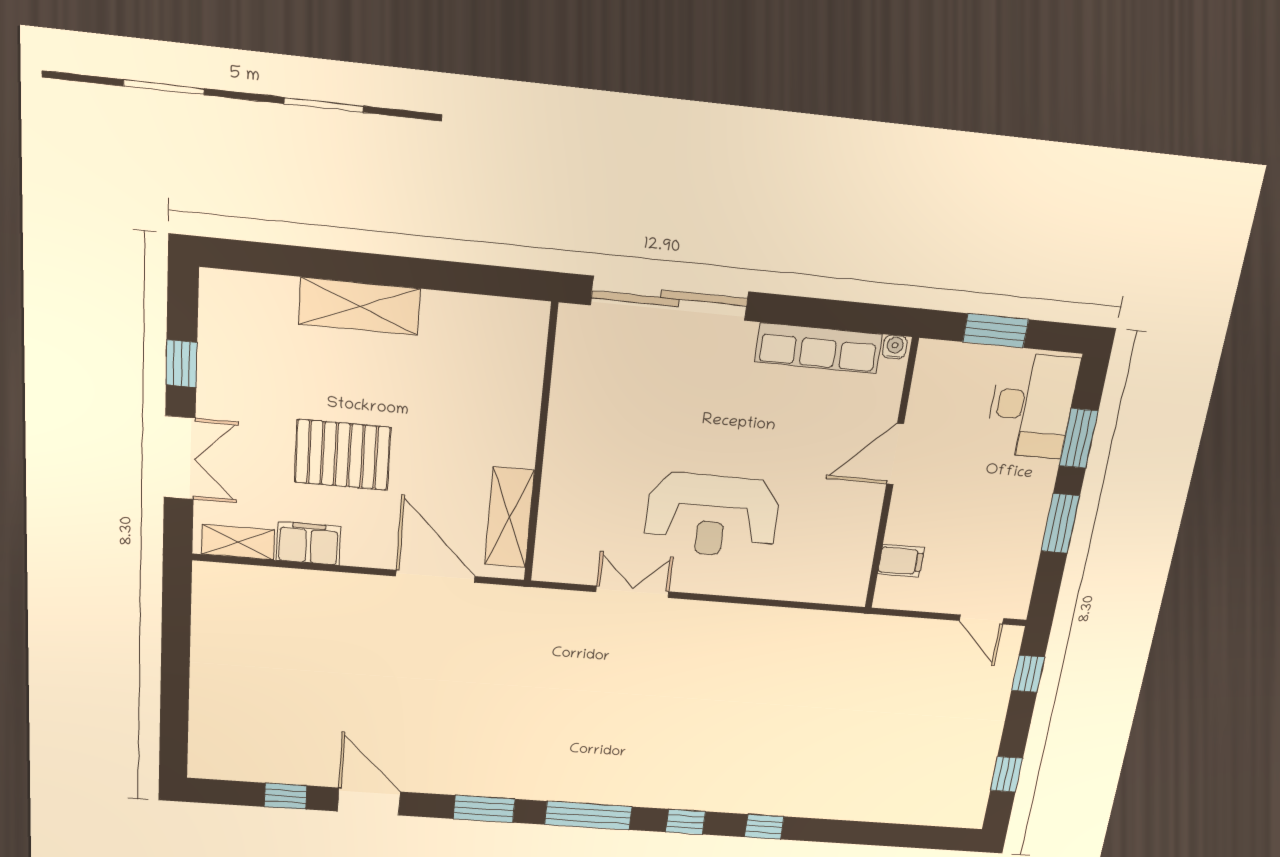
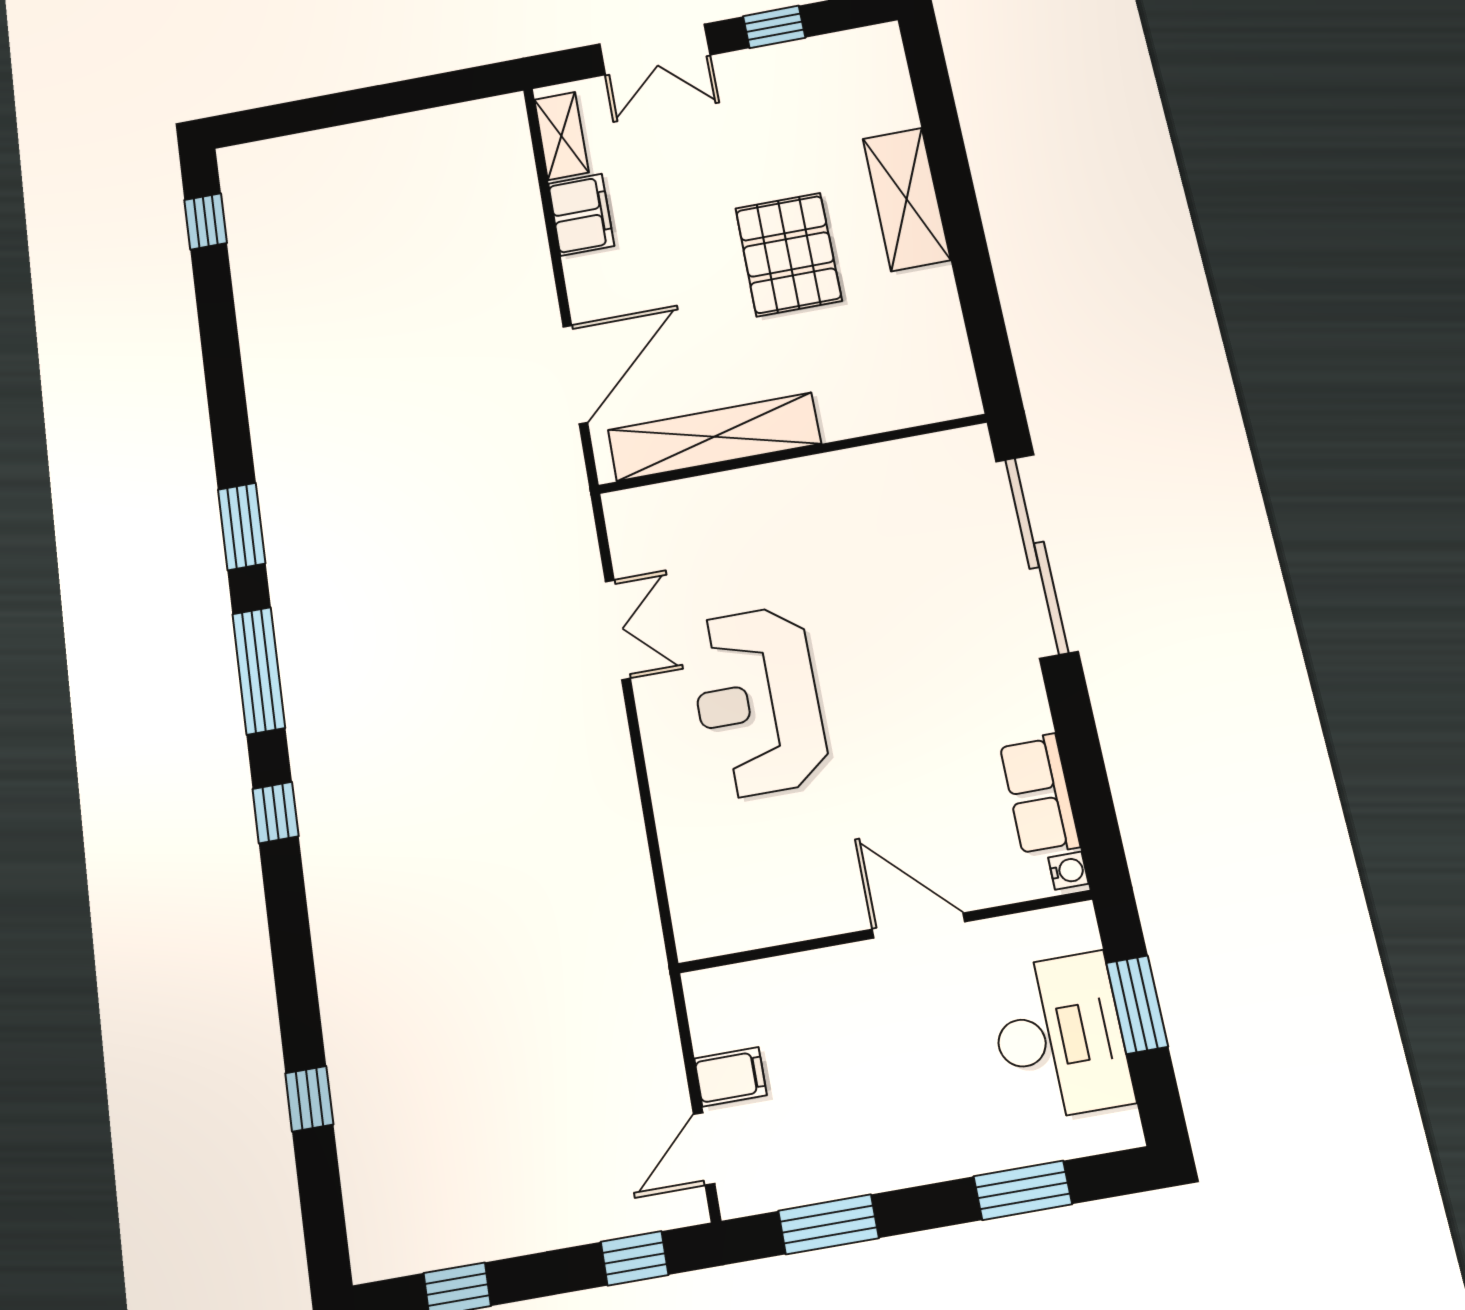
row of seats: (818, 348) -> (1039, 795), width x0.68
desk: (1032, 405) -> (1060, 1036), moved, turned -90
pallet: (343, 455) -> (788, 254), moved
shelving: (509, 518) -> (714, 437), width x1.47
window: (1060, 523) -> (828, 1224), moved
filing cabinet: (901, 561) -> (730, 1077), moved, turned -90
window: (286, 796) -> (206, 221), moved
door: (369, 801) -> (224, 375), removed
window: (764, 827) -> (309, 1099), moved

